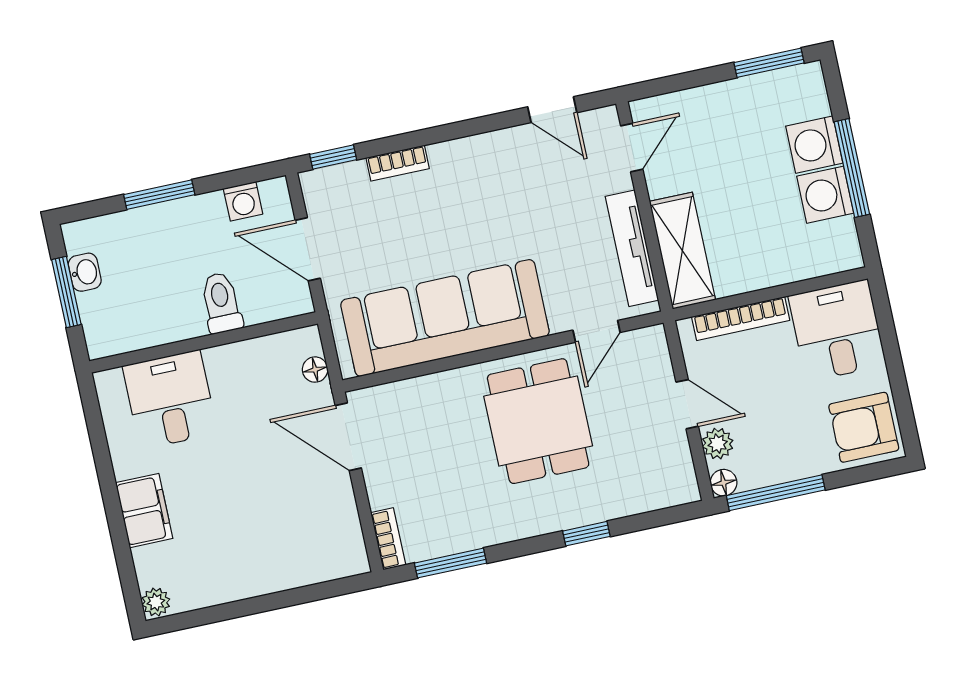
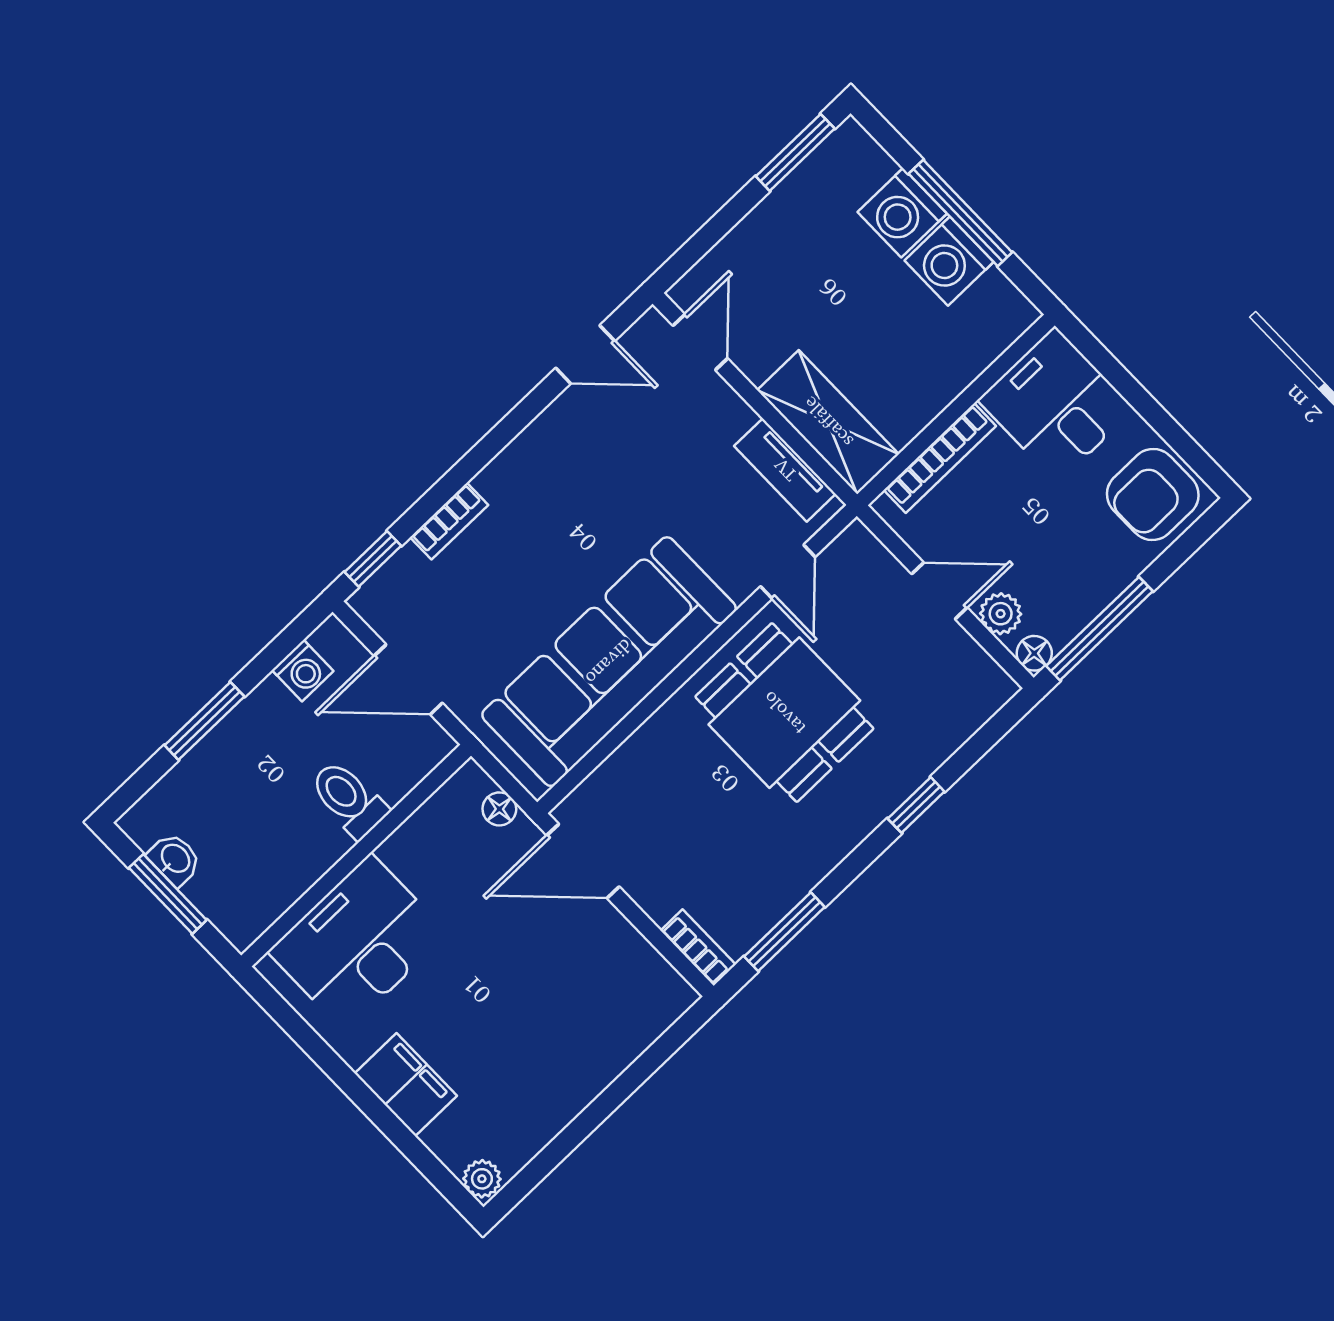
tv unit: (632, 248) -> (785, 470), width x0.71
desk: (170, 400) -> (358, 943), width x1.37

